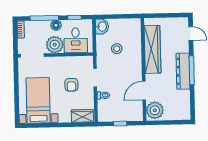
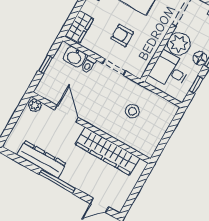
washbasin: (102, 27) -> (74, 57), moved
dresser: (183, 71) -> (41, 159), moved
plant: (155, 110) -> (35, 105), width x0.53, depth x0.53

